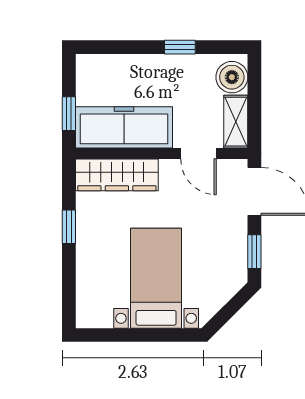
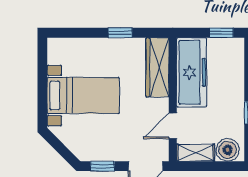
window: (69, 114) -> (221, 33), moved

